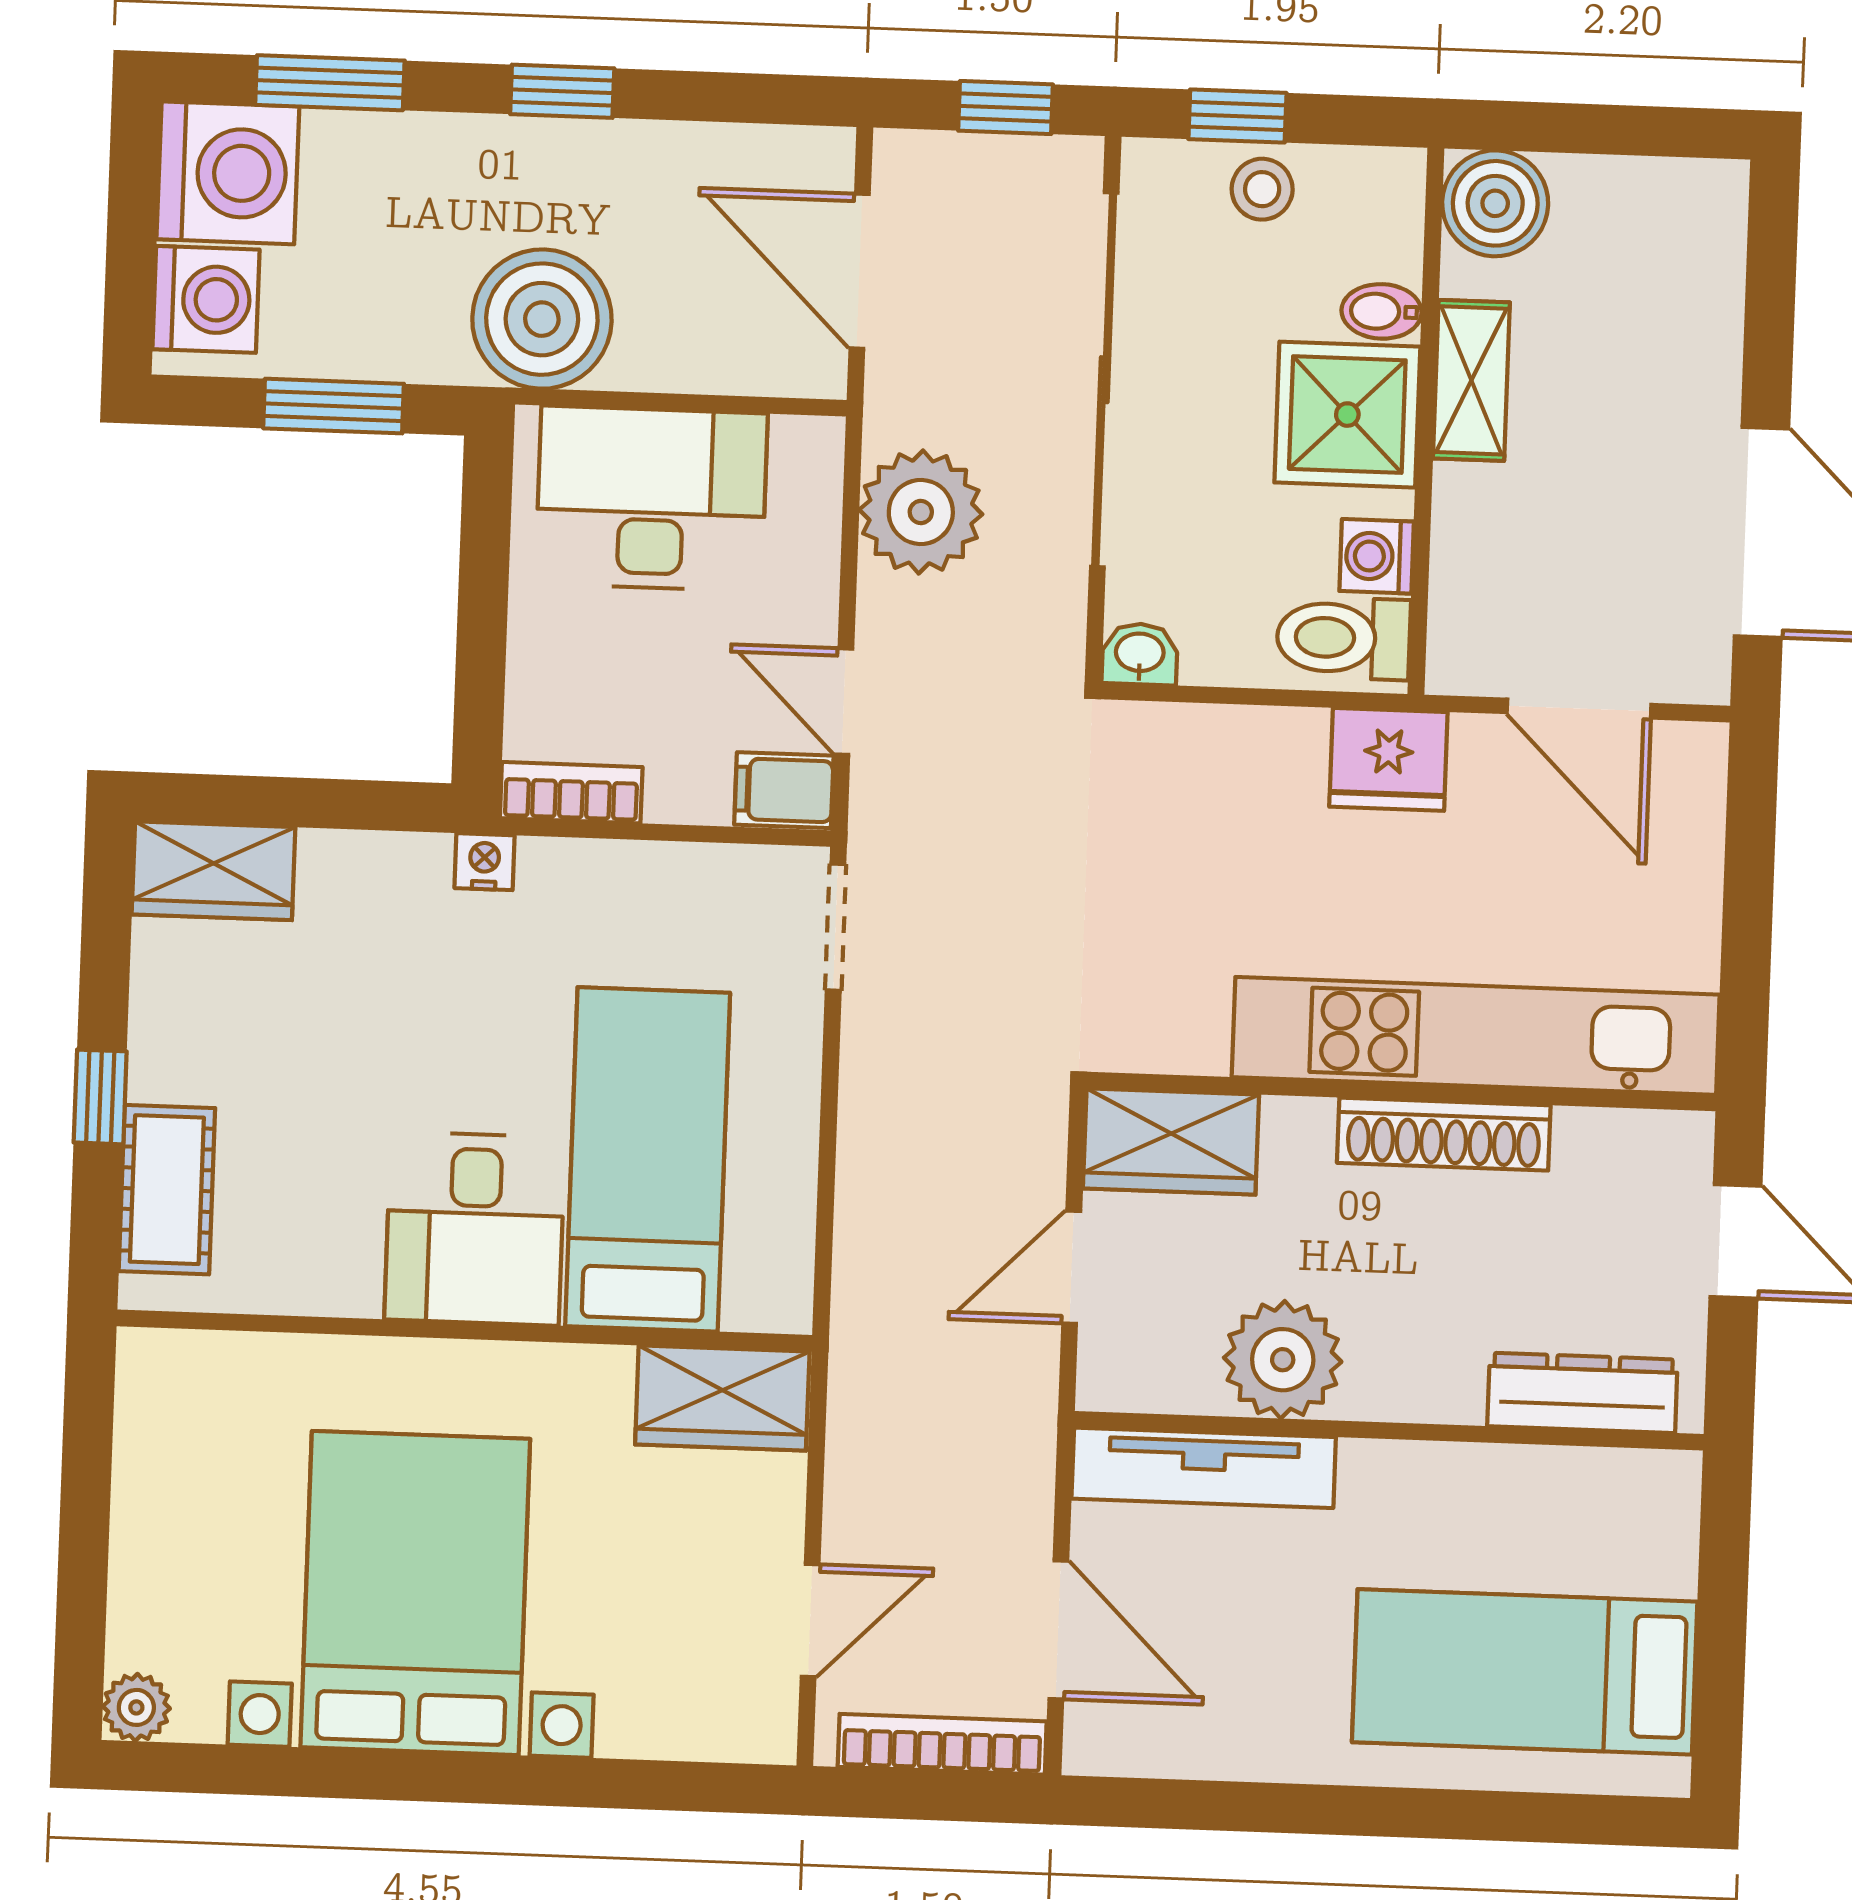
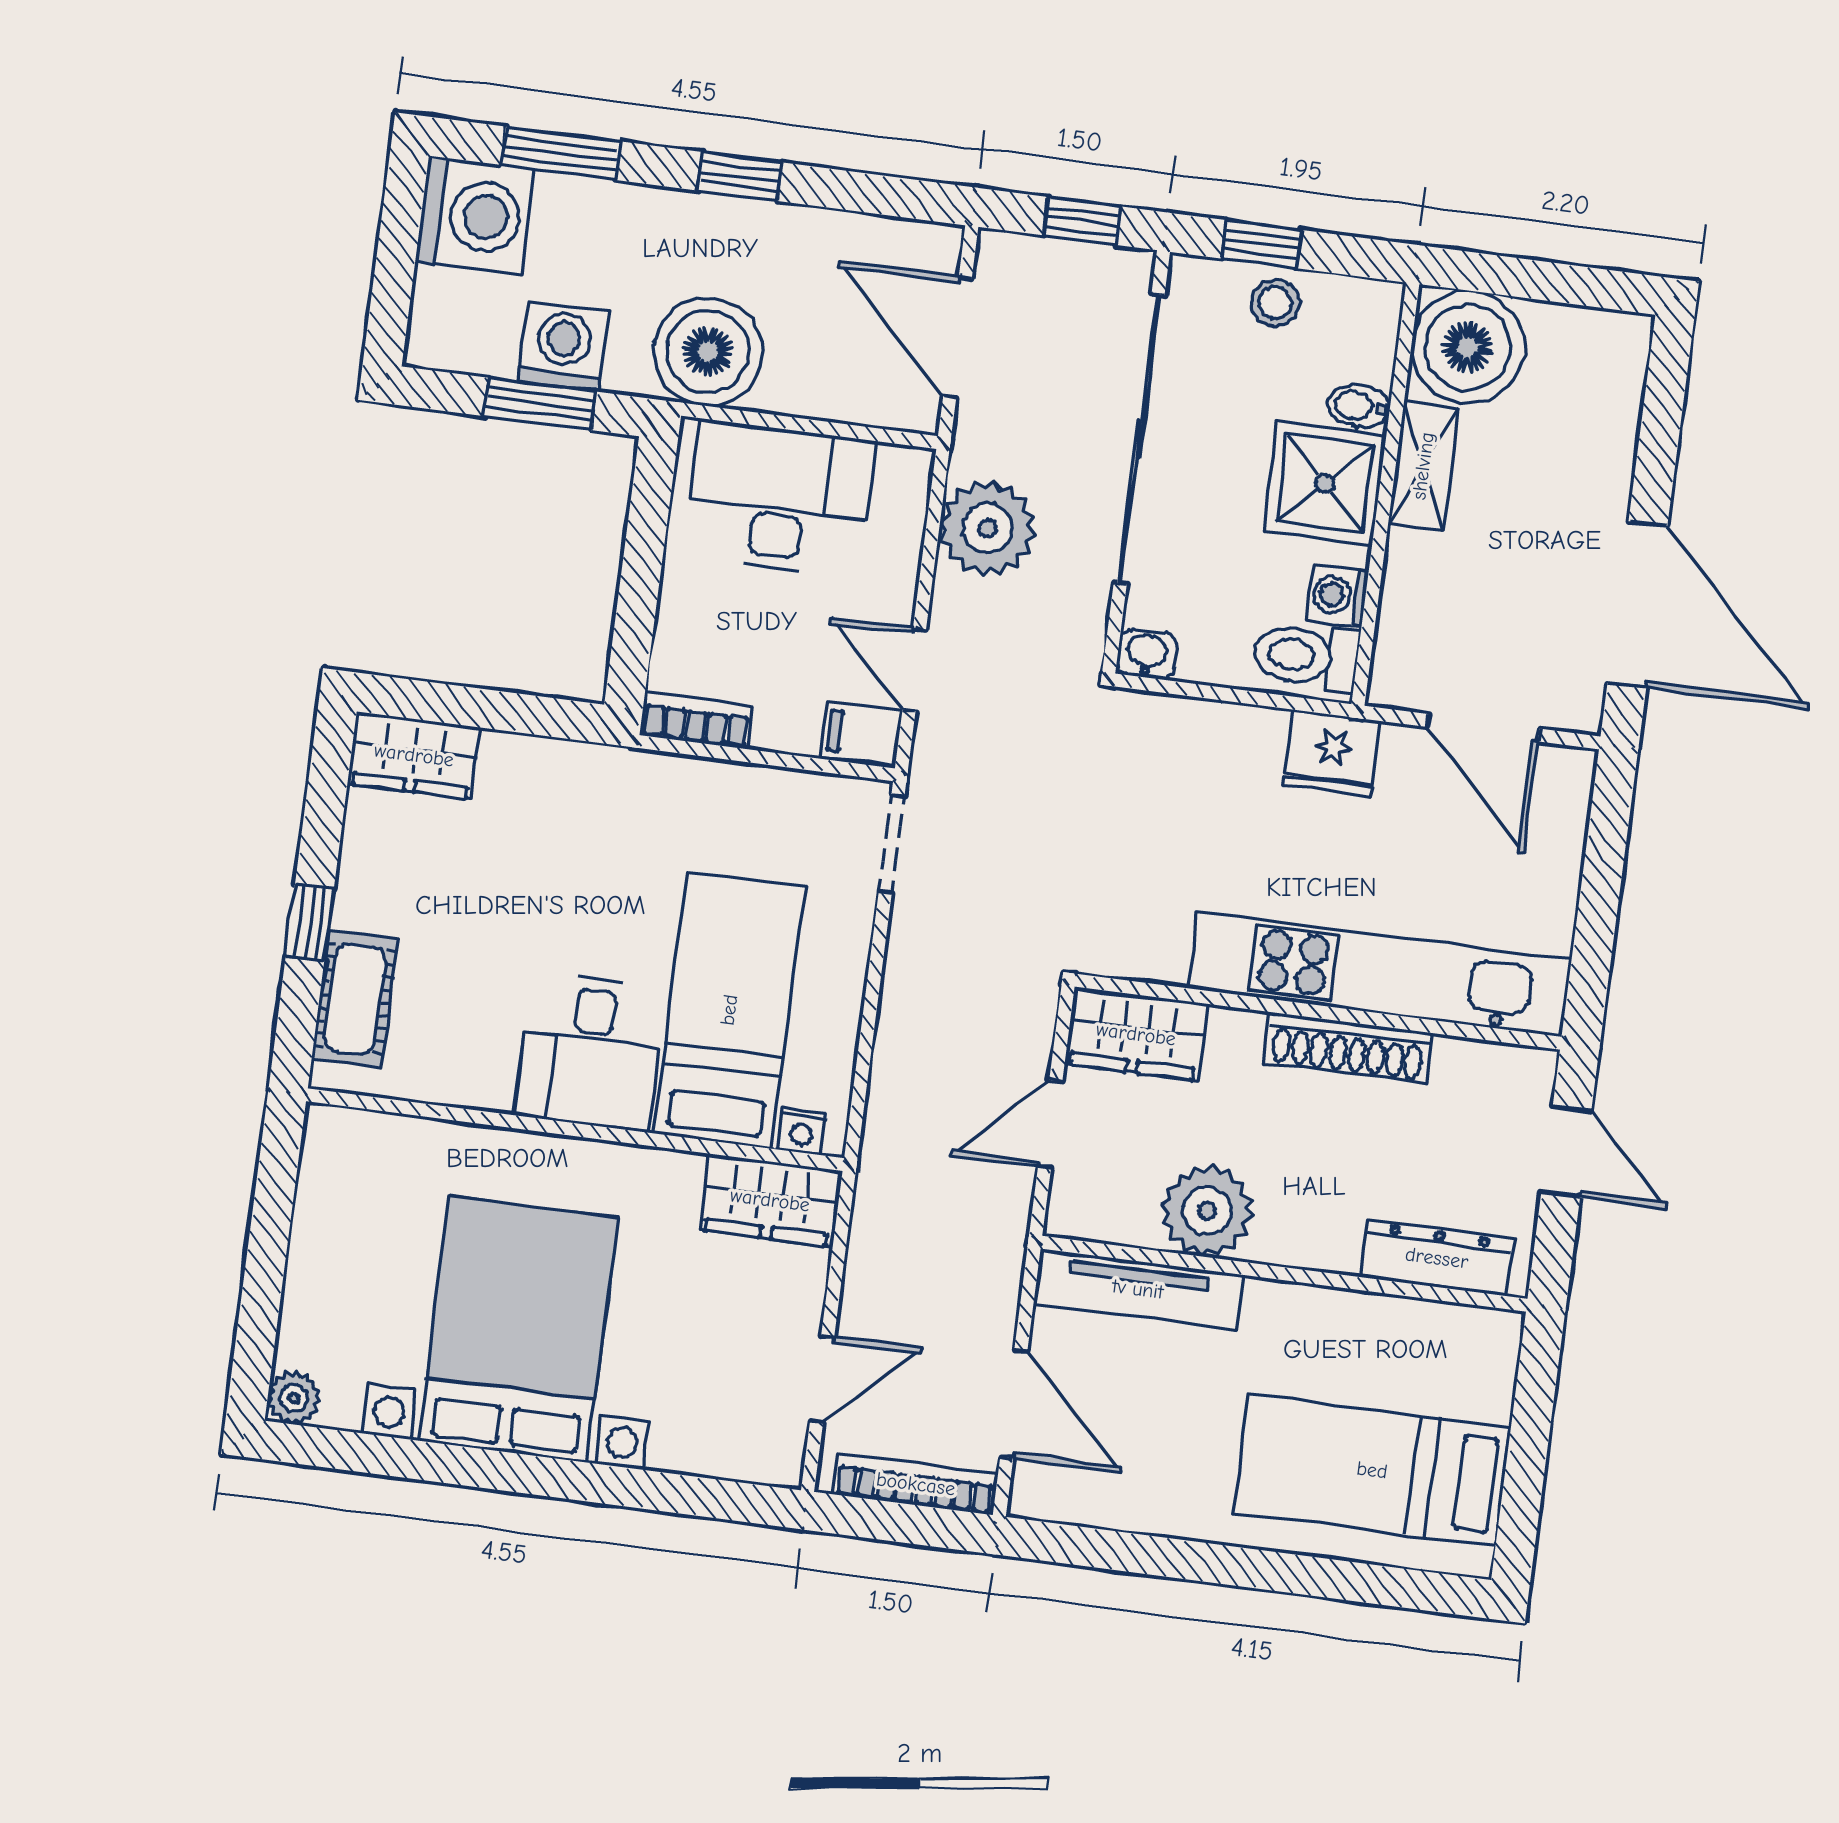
boiler: (1495, 203) -> (1468, 347), width x1.37, depth x1.37
washing machine: (206, 299) -> (563, 347), moved, turned -90
nightstand: (484, 862) -> (802, 1131), moved, turned 180

